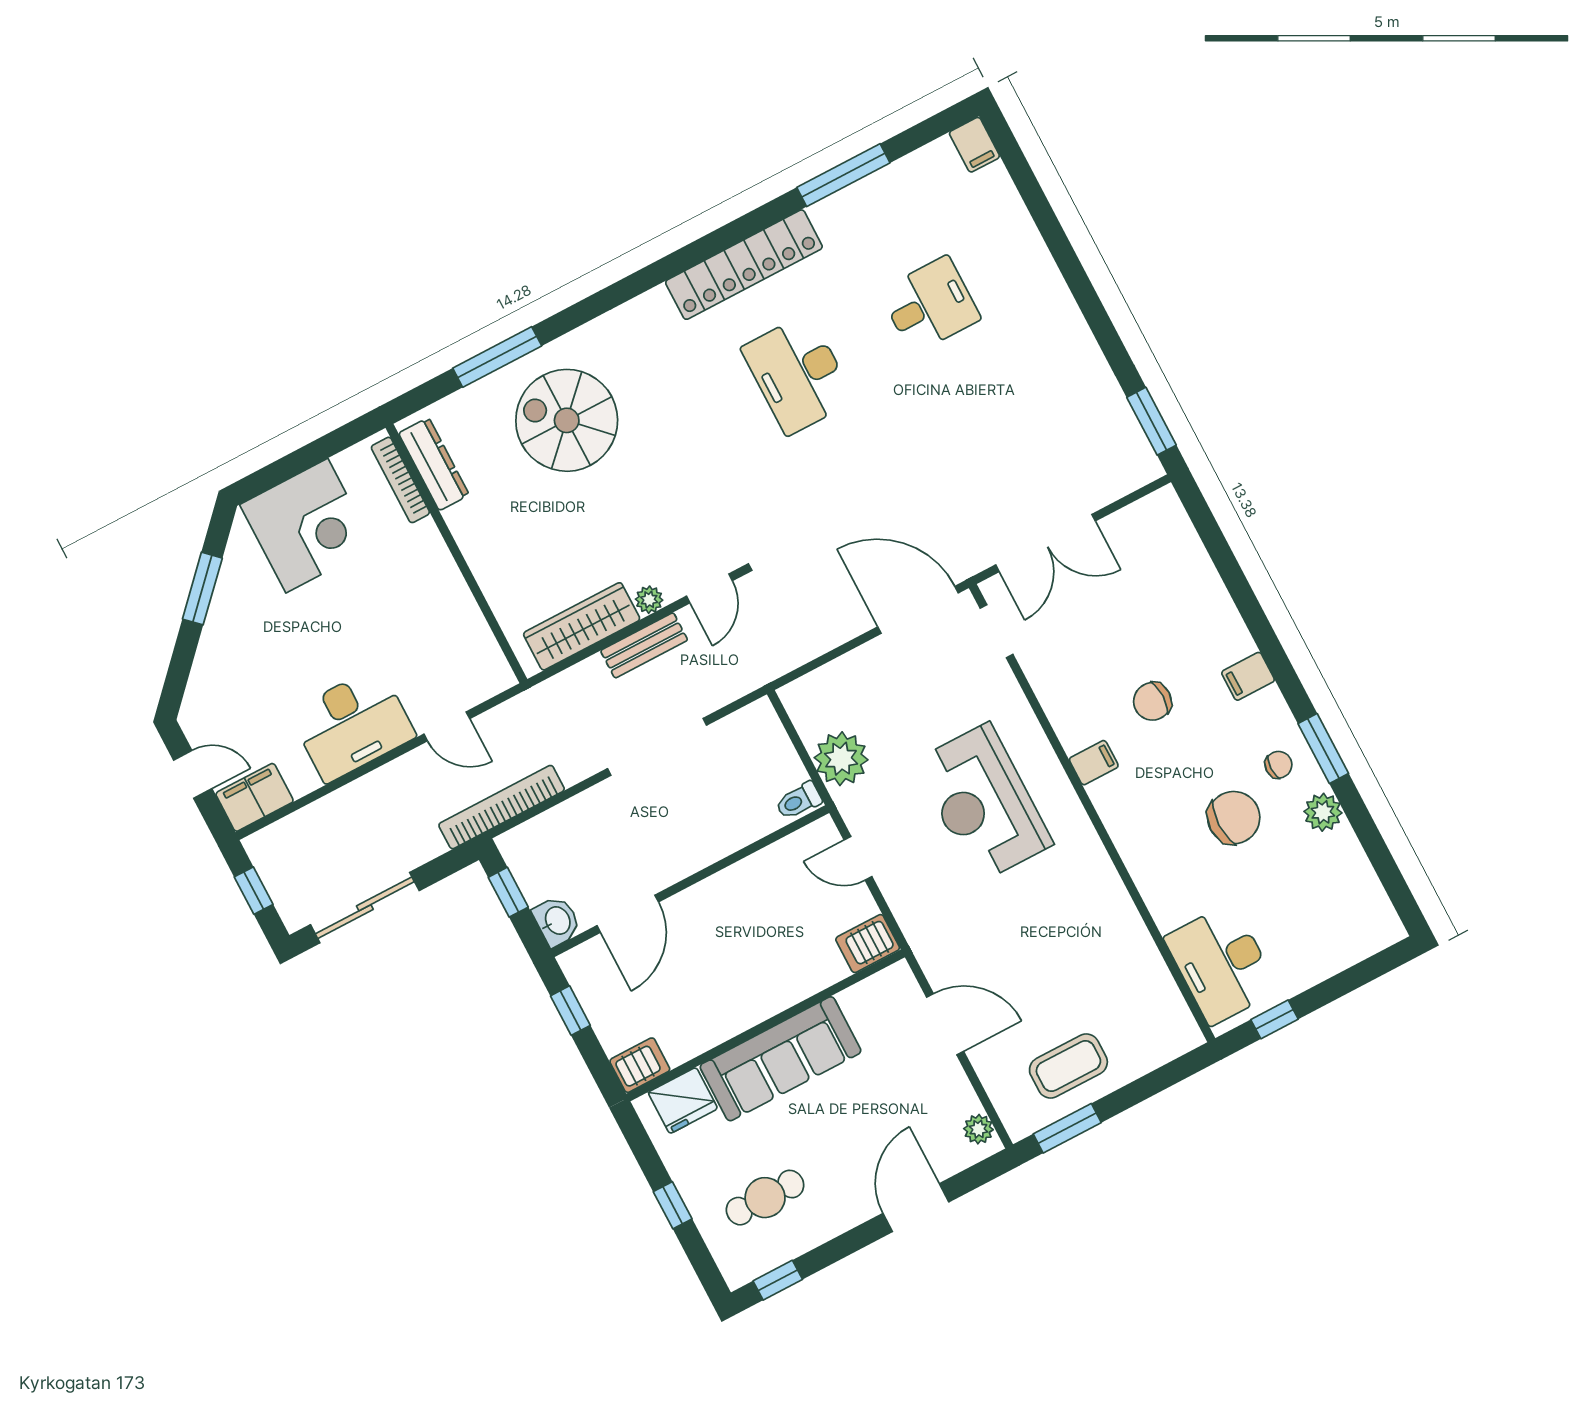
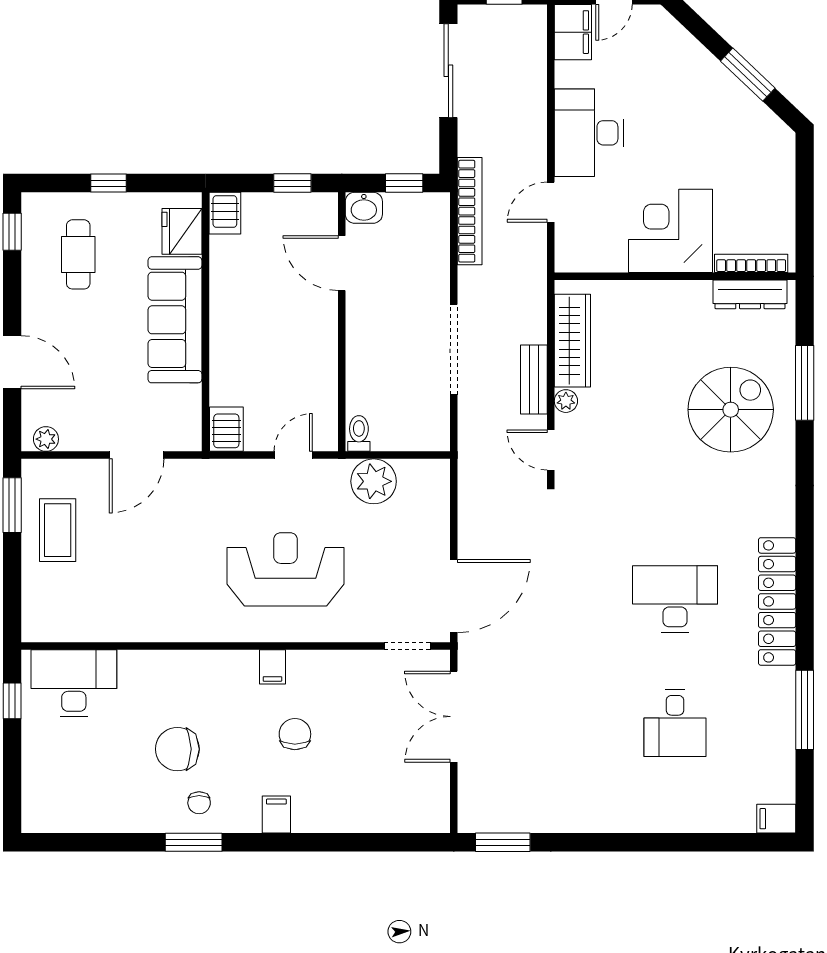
corner desk: (307, 526) -> (670, 231), moved, turned 90
plant: (1323, 812) -> (147, 817), removed
chair: (1234, 818) -> (177, 749), turned 90

